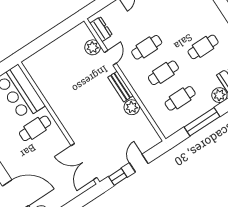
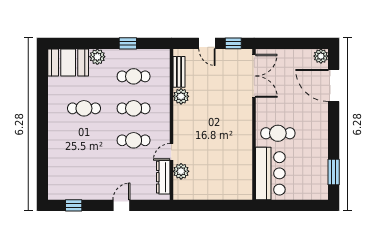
dresser: (101, 29) -> (163, 177), width x1.44
bench: (121, 87) -> (179, 72), moved
window: (202, 122) -> (128, 43), width x0.46
door: (139, 163) -> (207, 43), hinge flipped

